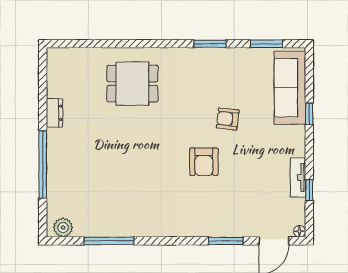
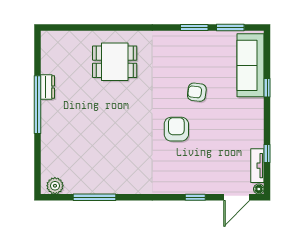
window: (210, 44) -> (194, 27), moved
armchair: (204, 162) -> (176, 129), turned 180
window: (43, 164) -> (37, 105), moved
tv unit: (298, 177) -> (257, 166), moved
window: (226, 241) -> (195, 197), width x0.67

